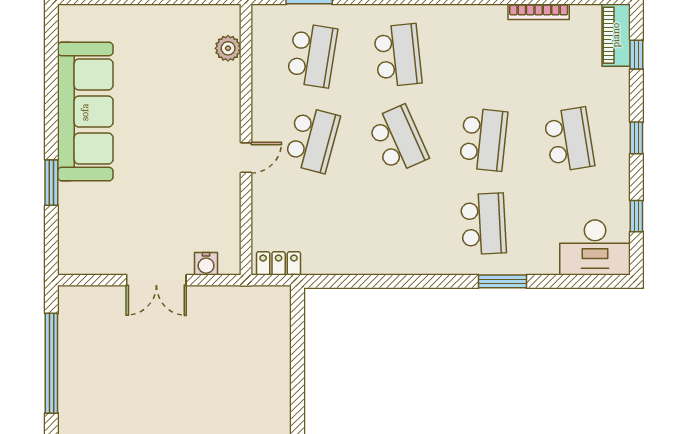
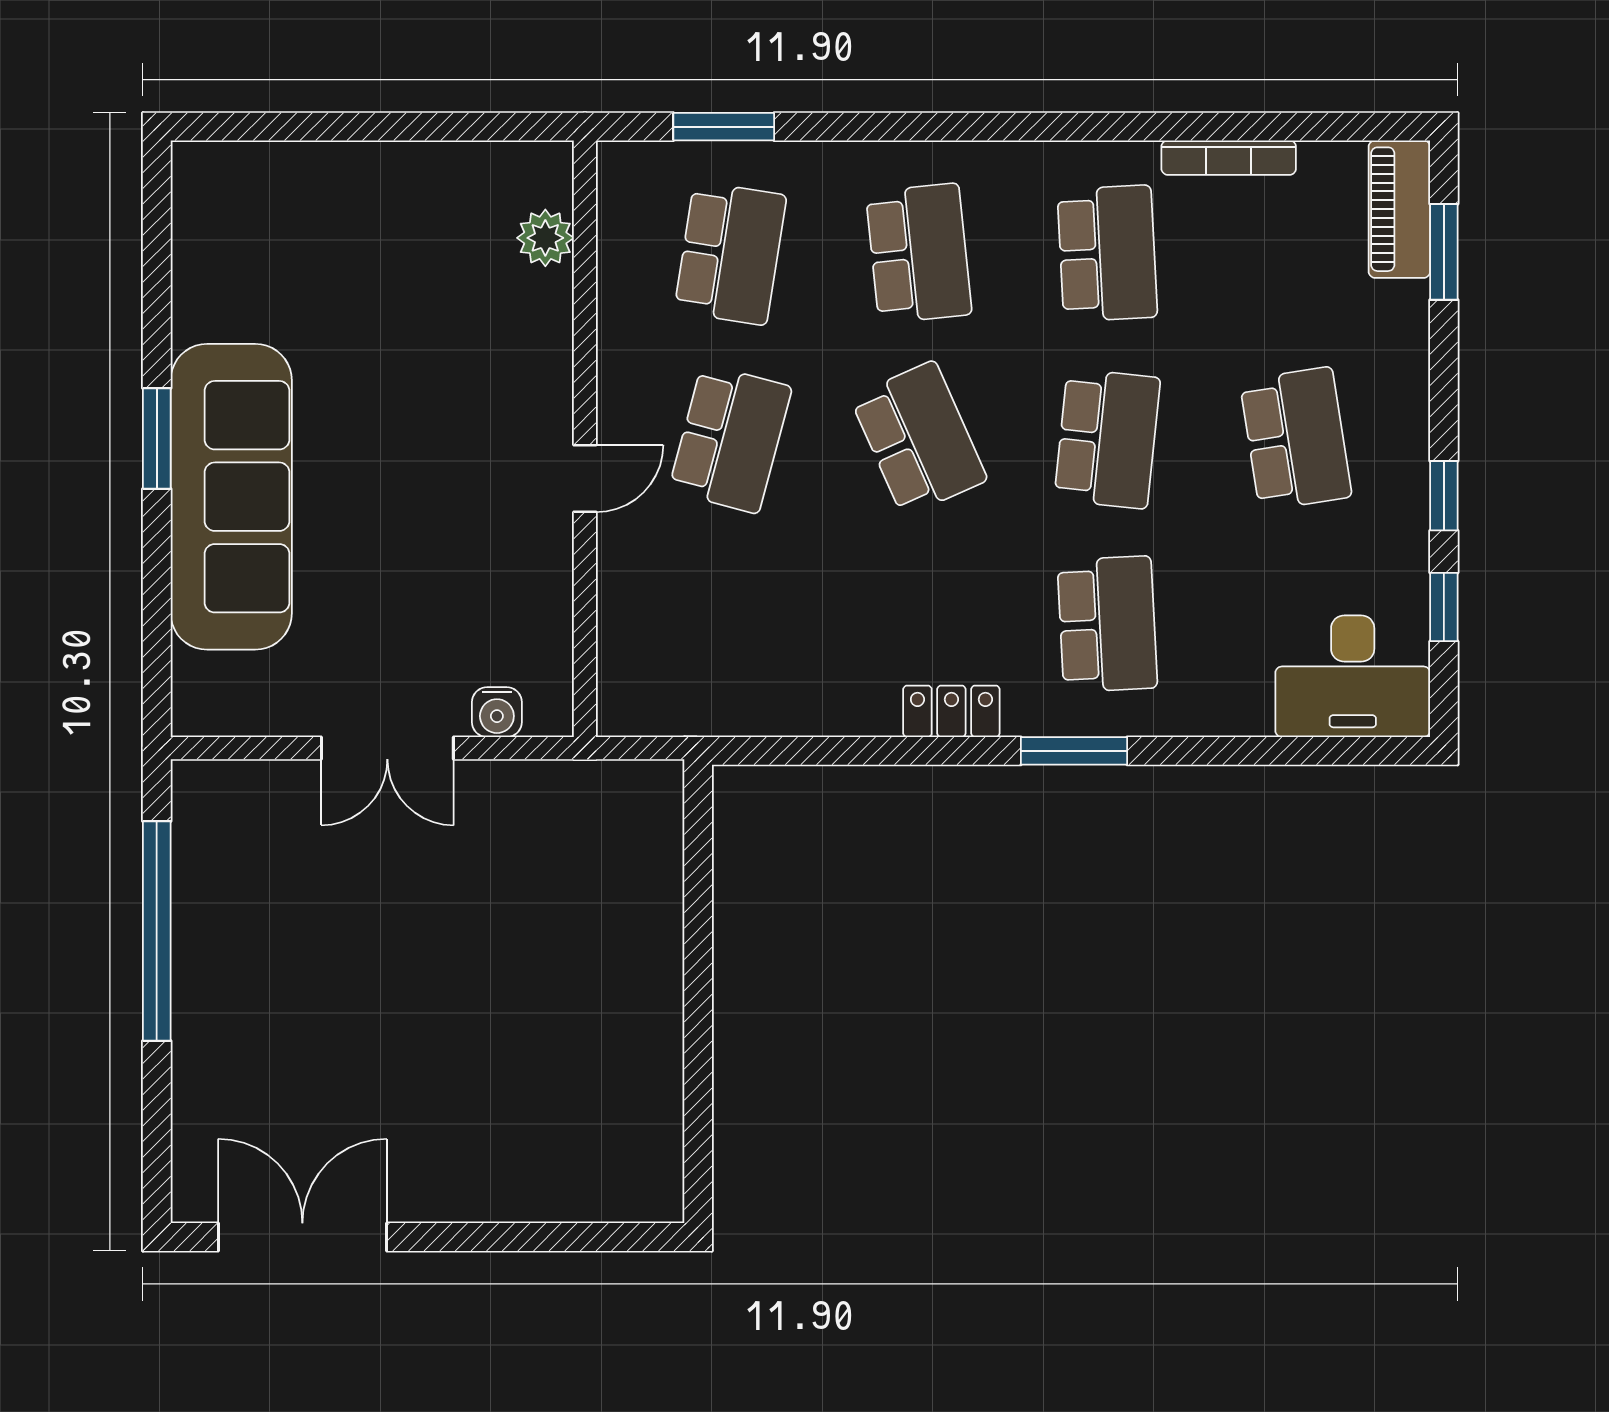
school desk: (483, 55) -> (1107, 253), added
window: (636, 55) -> (1444, 252), width x1.50
sofa: (85, 112) -> (231, 497), moved
window: (636, 138) -> (1444, 496), moved
window: (51, 183) -> (157, 438), moved
locker: (279, 263) -> (951, 711), moved
window: (502, 281) -> (1074, 751), moved

